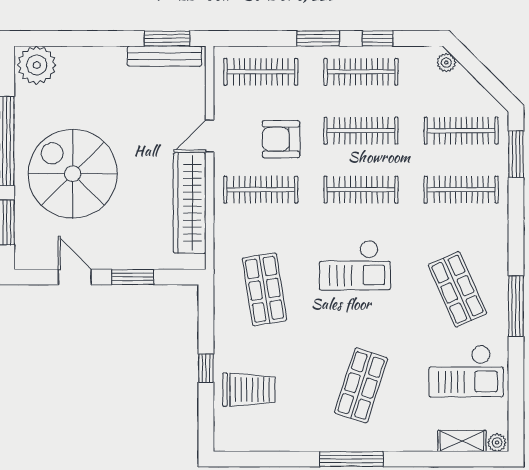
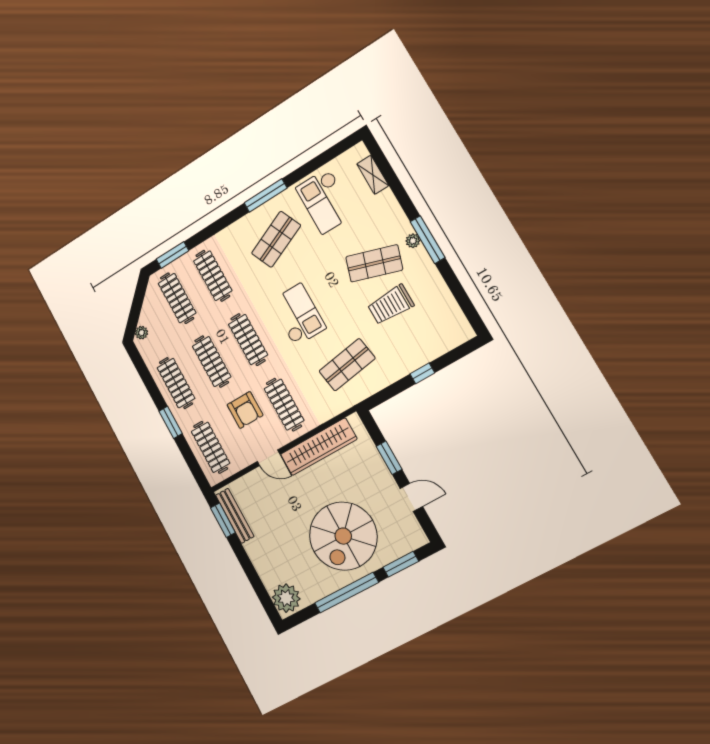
window: (378, 38) -> (150, 385), removed
door: (75, 277) -> (411, 497), swing flipped
checkout: (466, 371) -> (325, 201), turned 180
trolley: (249, 390) -> (391, 305), moved, turned -90
plant: (497, 443) -> (413, 241), moved

